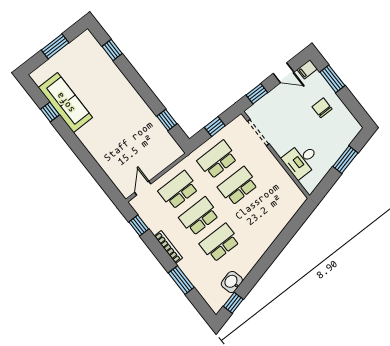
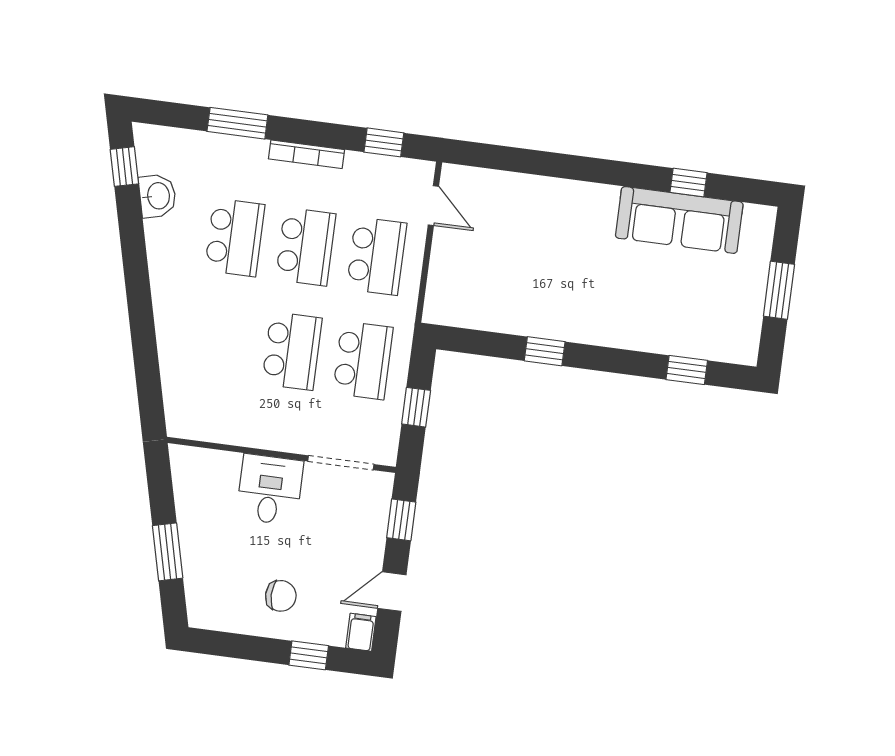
window: (332, 79) -> (309, 655), width x0.67
window: (167, 120) -> (545, 351), moved
desk: (301, 160) -> (270, 490), moved

